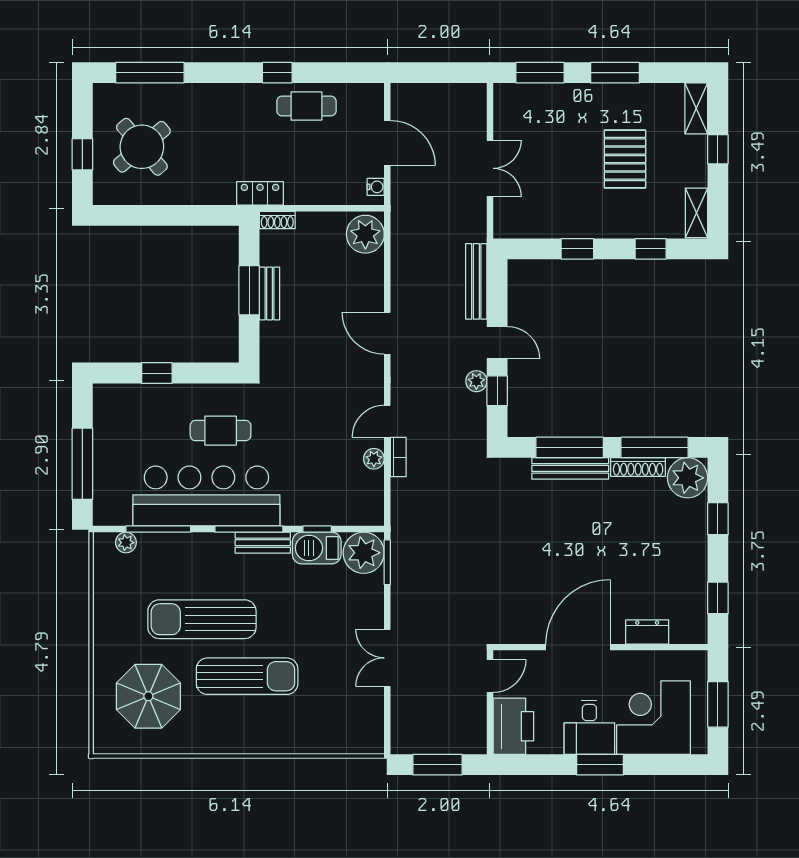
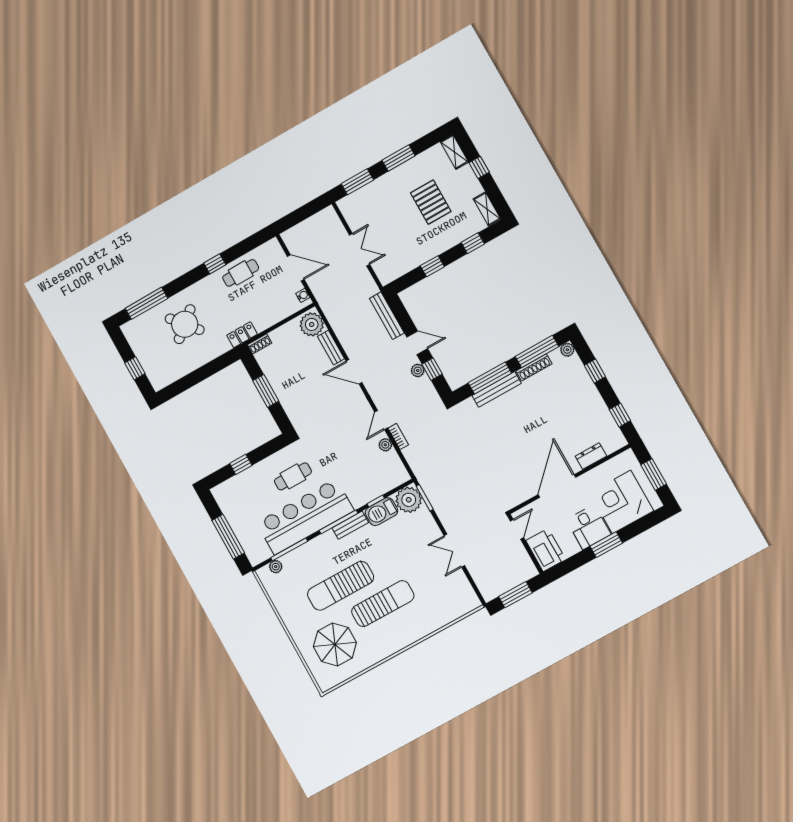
round table: (142, 147) -> (185, 324), moved
bench: (270, 293) -> (331, 348), moved
plant: (688, 478) -> (567, 350), width x0.53, depth x0.53

